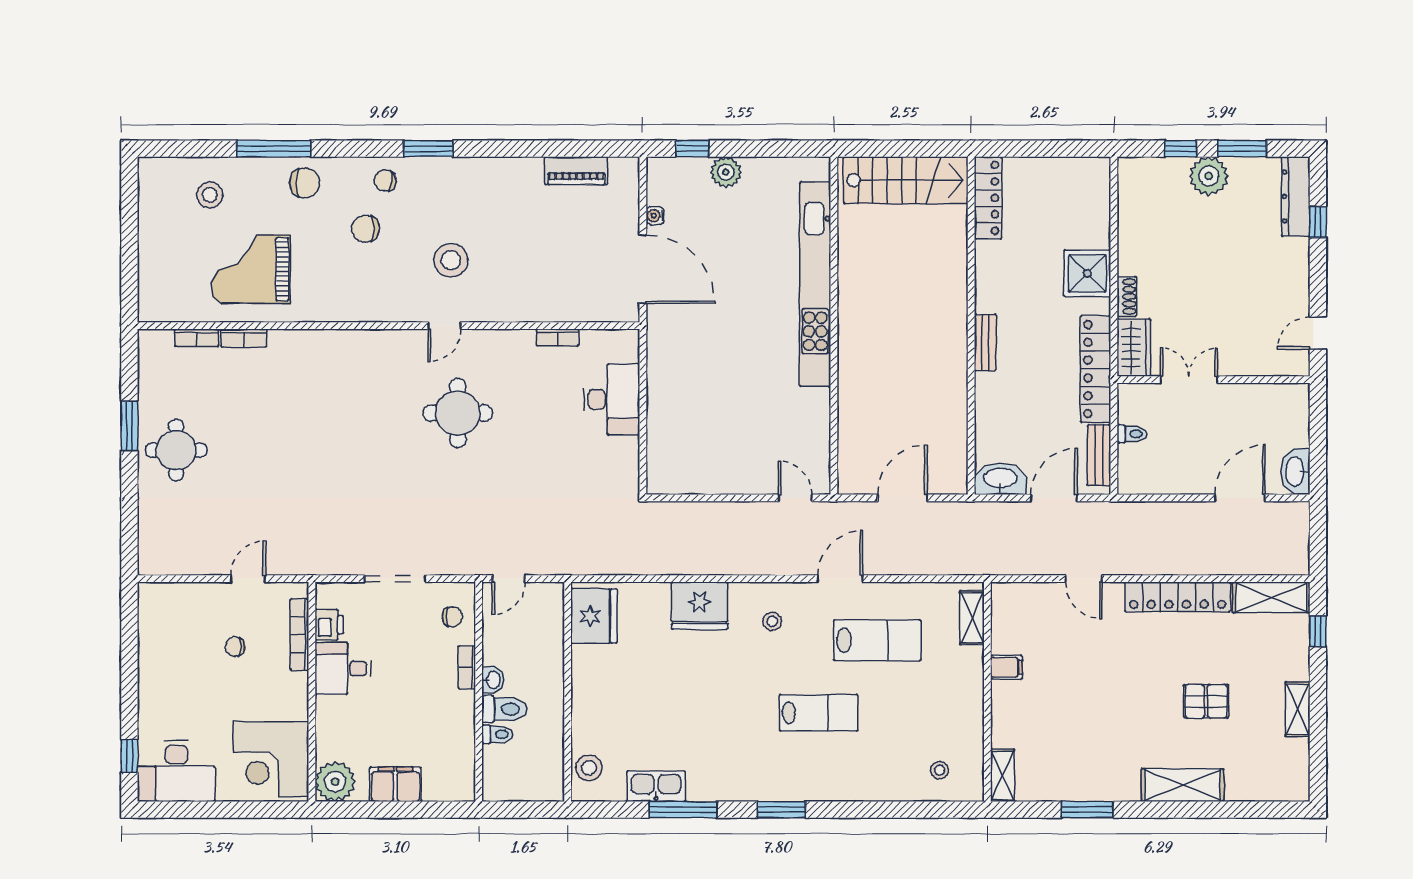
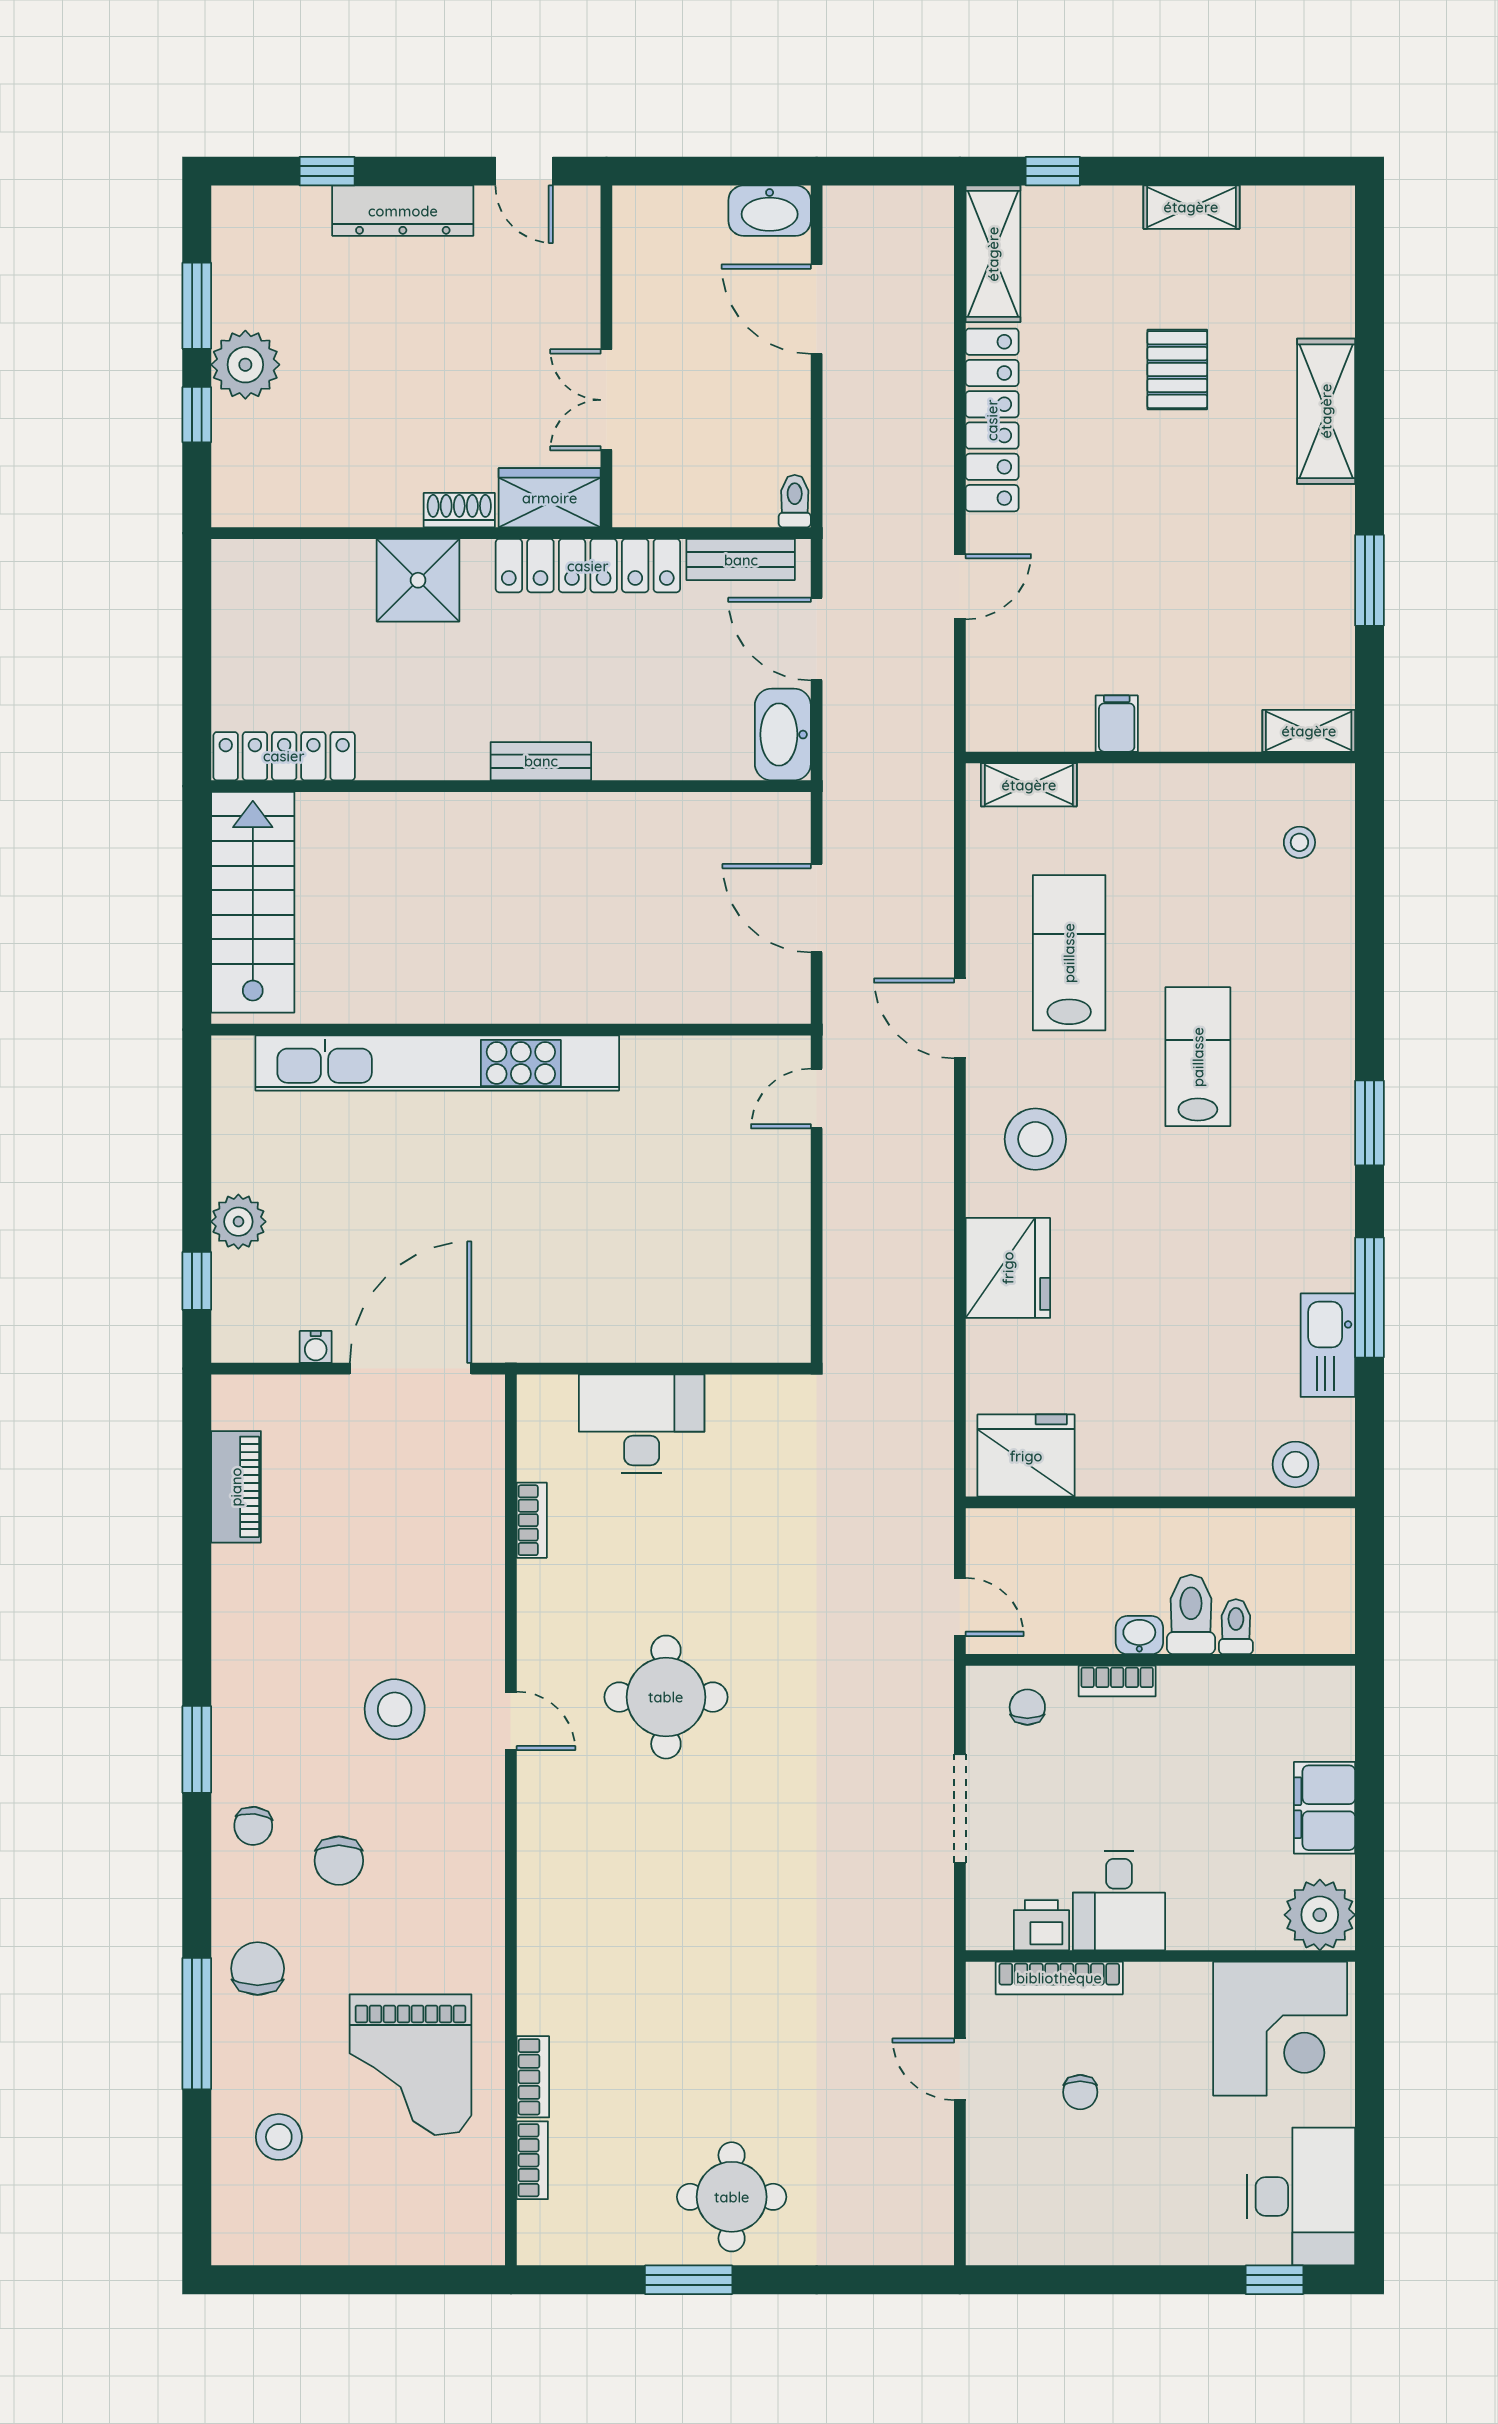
dresser: (1296, 197) -> (403, 211), moved
toilet: (1132, 434) -> (795, 501), moved
stool: (772, 621) -> (1035, 1139), width x1.89, depth x1.89

